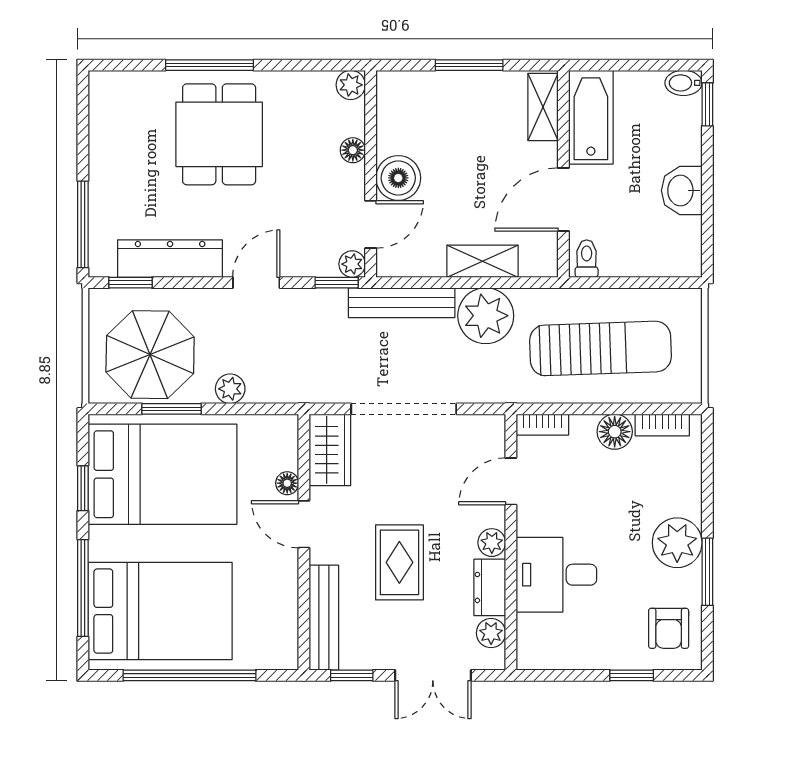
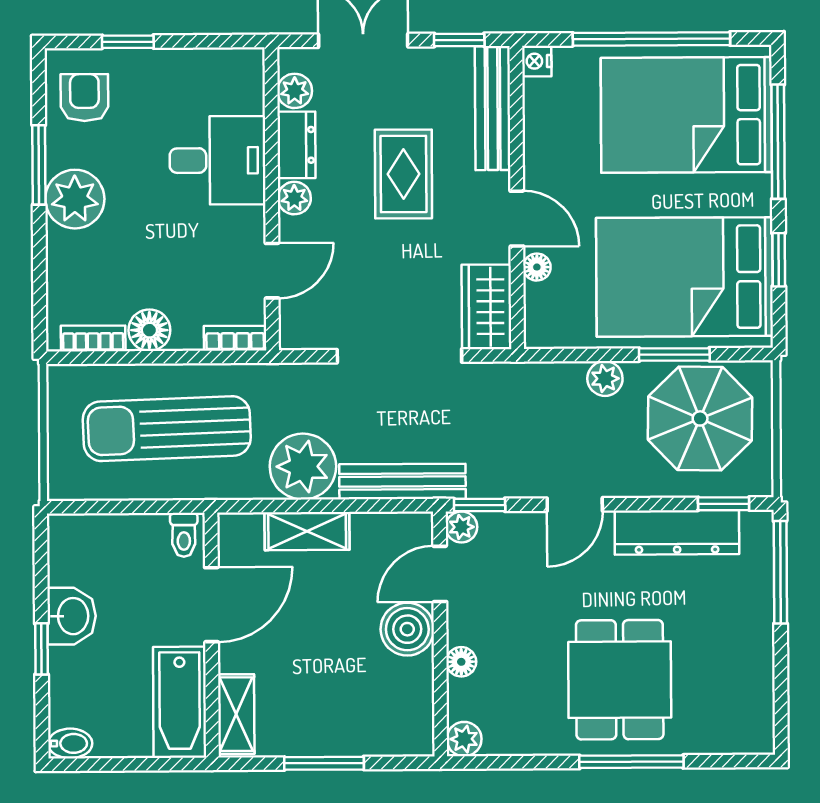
window: (707, 104) -> (41, 649), moved
nightstand: (286, 657) -> (537, 61), added

